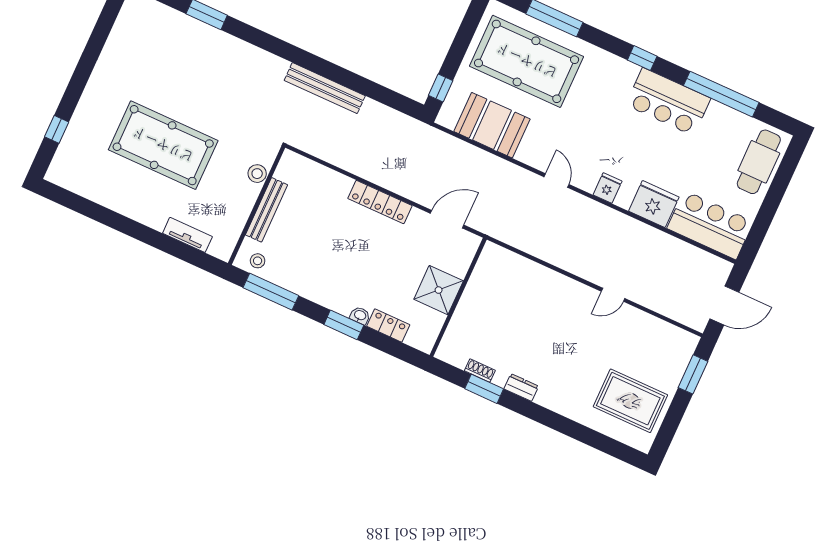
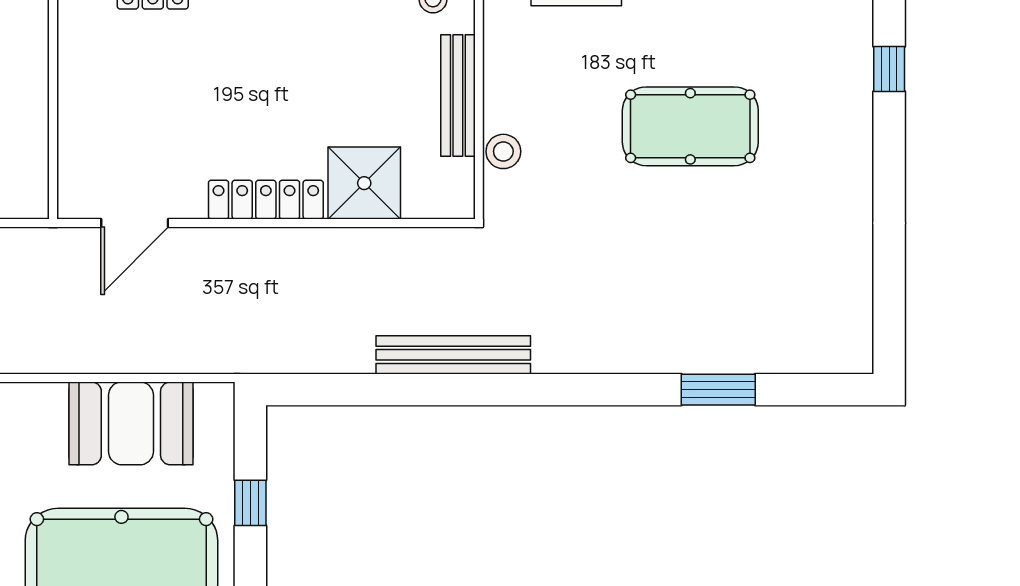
window: (441, 88) -> (250, 503), moved
pool table: (163, 145) -> (690, 126), width x0.73, depth x0.76
shower: (439, 290) -> (364, 183), moved

